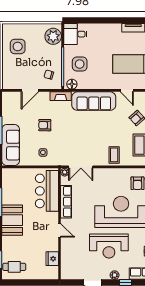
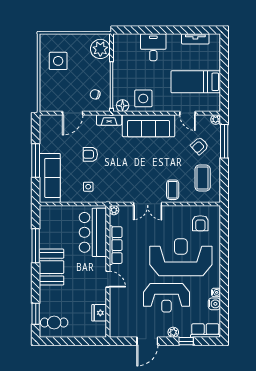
desk: (75, 34) -> (153, 47), moved, turned 90
side table: (80, 64) -> (143, 98), moved
double door: (81, 167) -> (148, 204), moved

